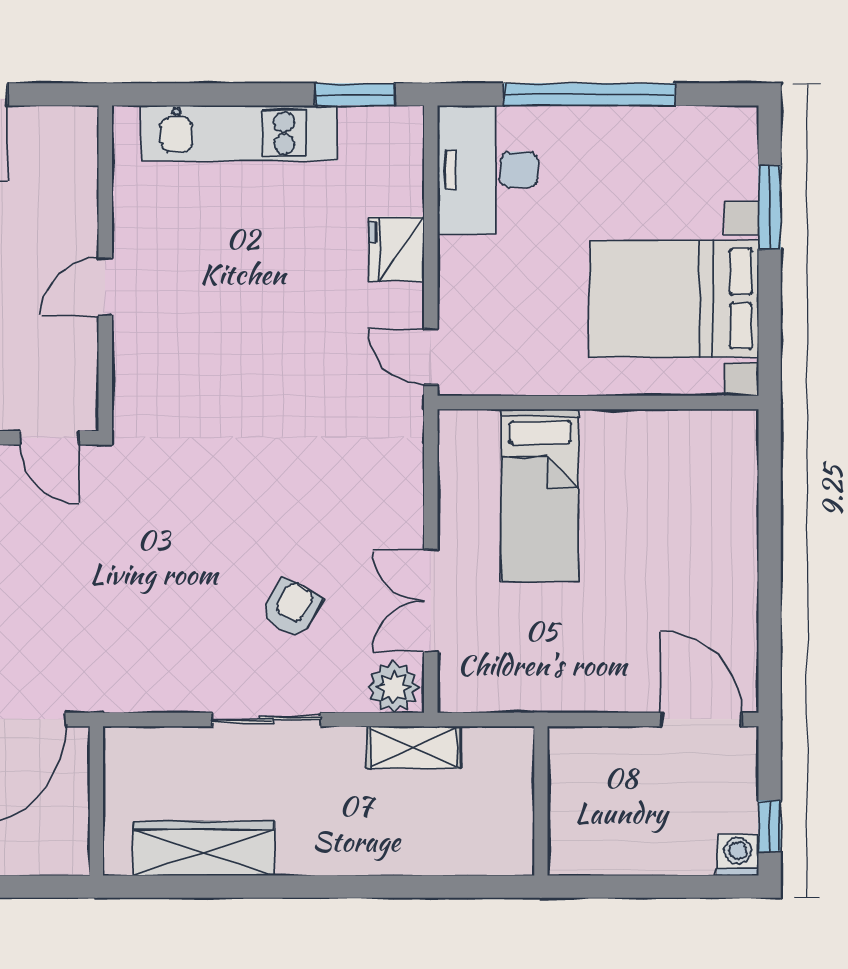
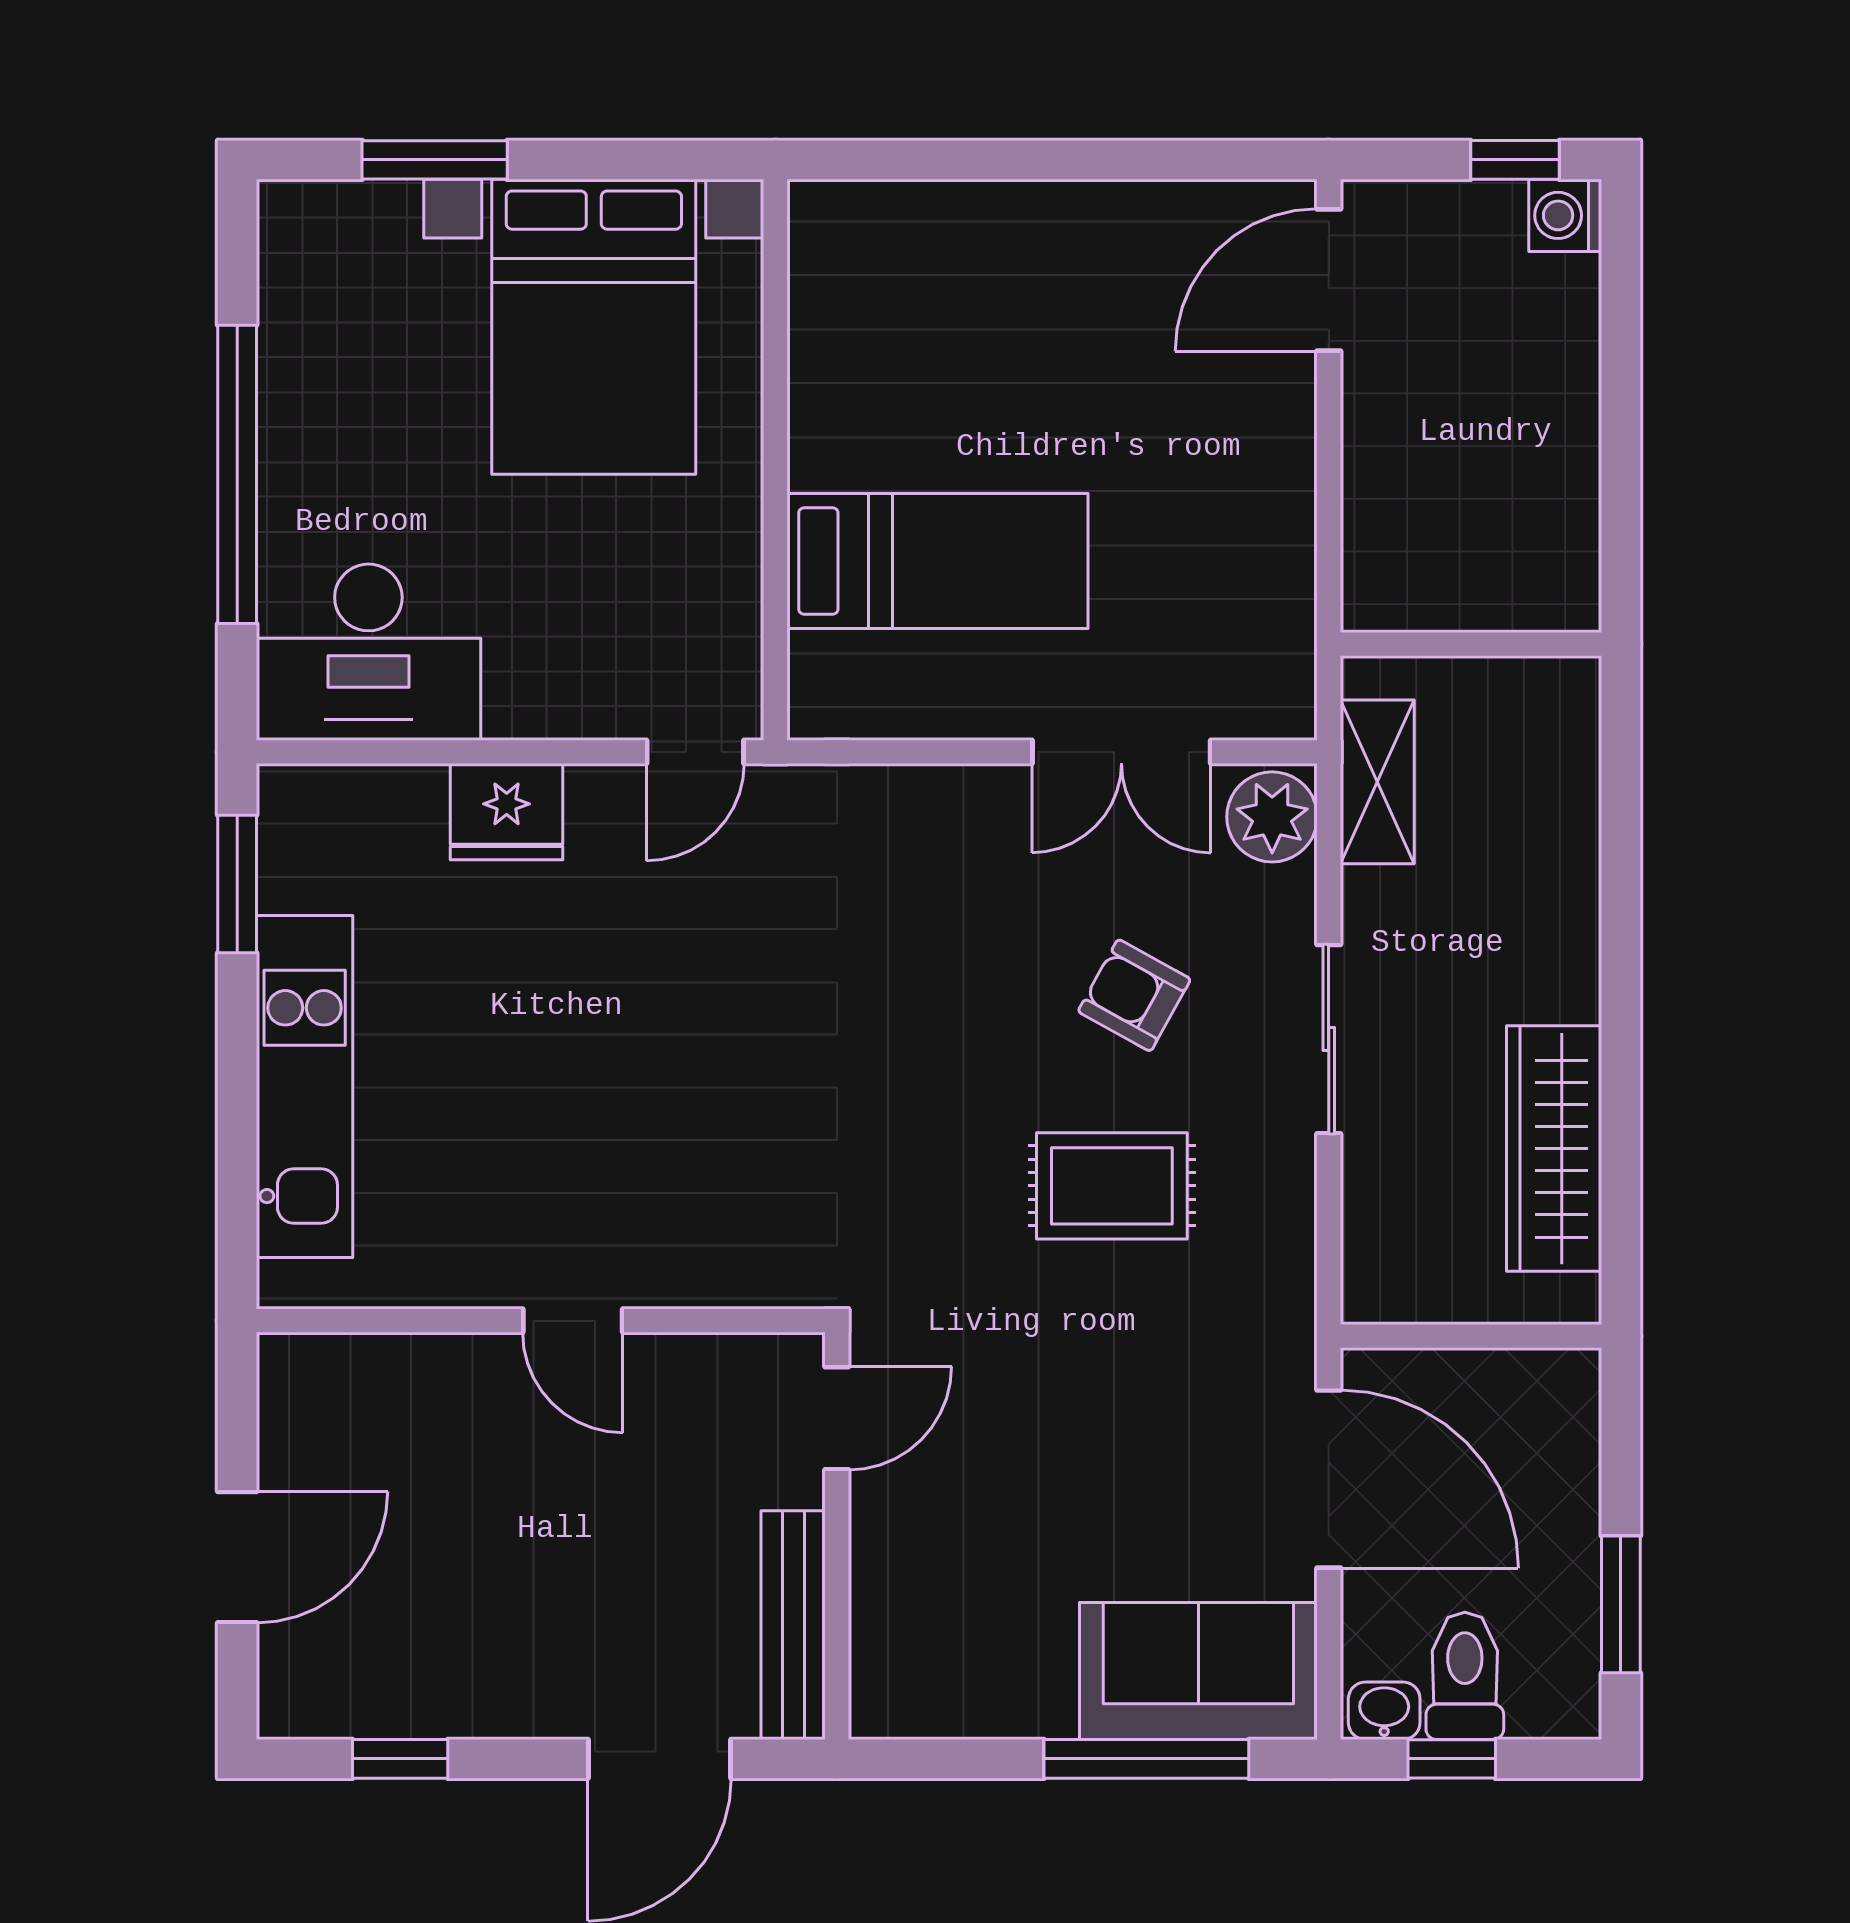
rug: (182, 595) -> (1112, 1186), added
wall: (541, 801) -> (1471, 644), moved

